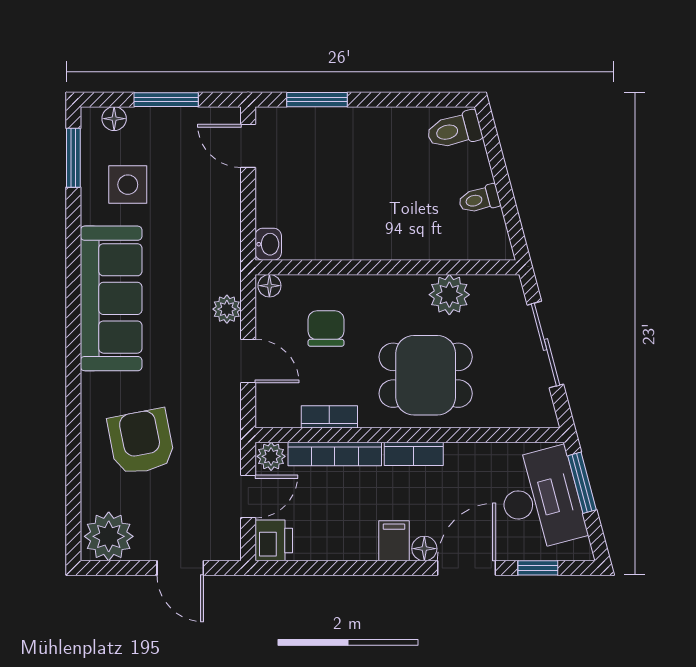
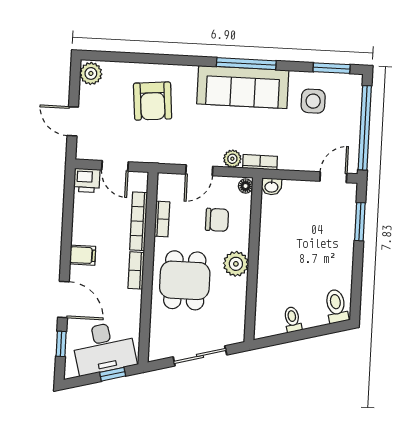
window: (166, 100) -> (365, 128), width x2.11
floor lamp: (114, 119) -> (355, 95), removed
bookcase: (230, 265) -> (260, 162), added
window: (73, 295) -> (246, 64), added
plant: (449, 295) -> (236, 264), moved
armchair: (141, 442) -> (153, 101), turned 96
plant: (271, 456) -> (139, 181), removed
window: (582, 483) -> (113, 374), width x0.67
plant: (109, 536) -> (91, 73), width x0.73, depth x0.73
floor lamp: (424, 549) -> (77, 274), removed
door: (180, 568) -> (73, 121), hinge flipped

